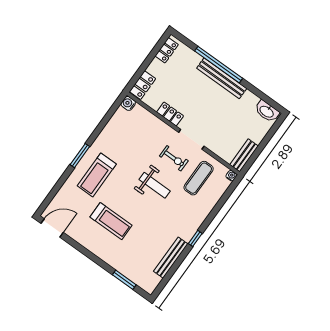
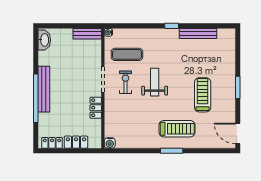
locker: (143, 85) -> (76, 142), moved
window: (124, 280) -> (238, 87), moved

